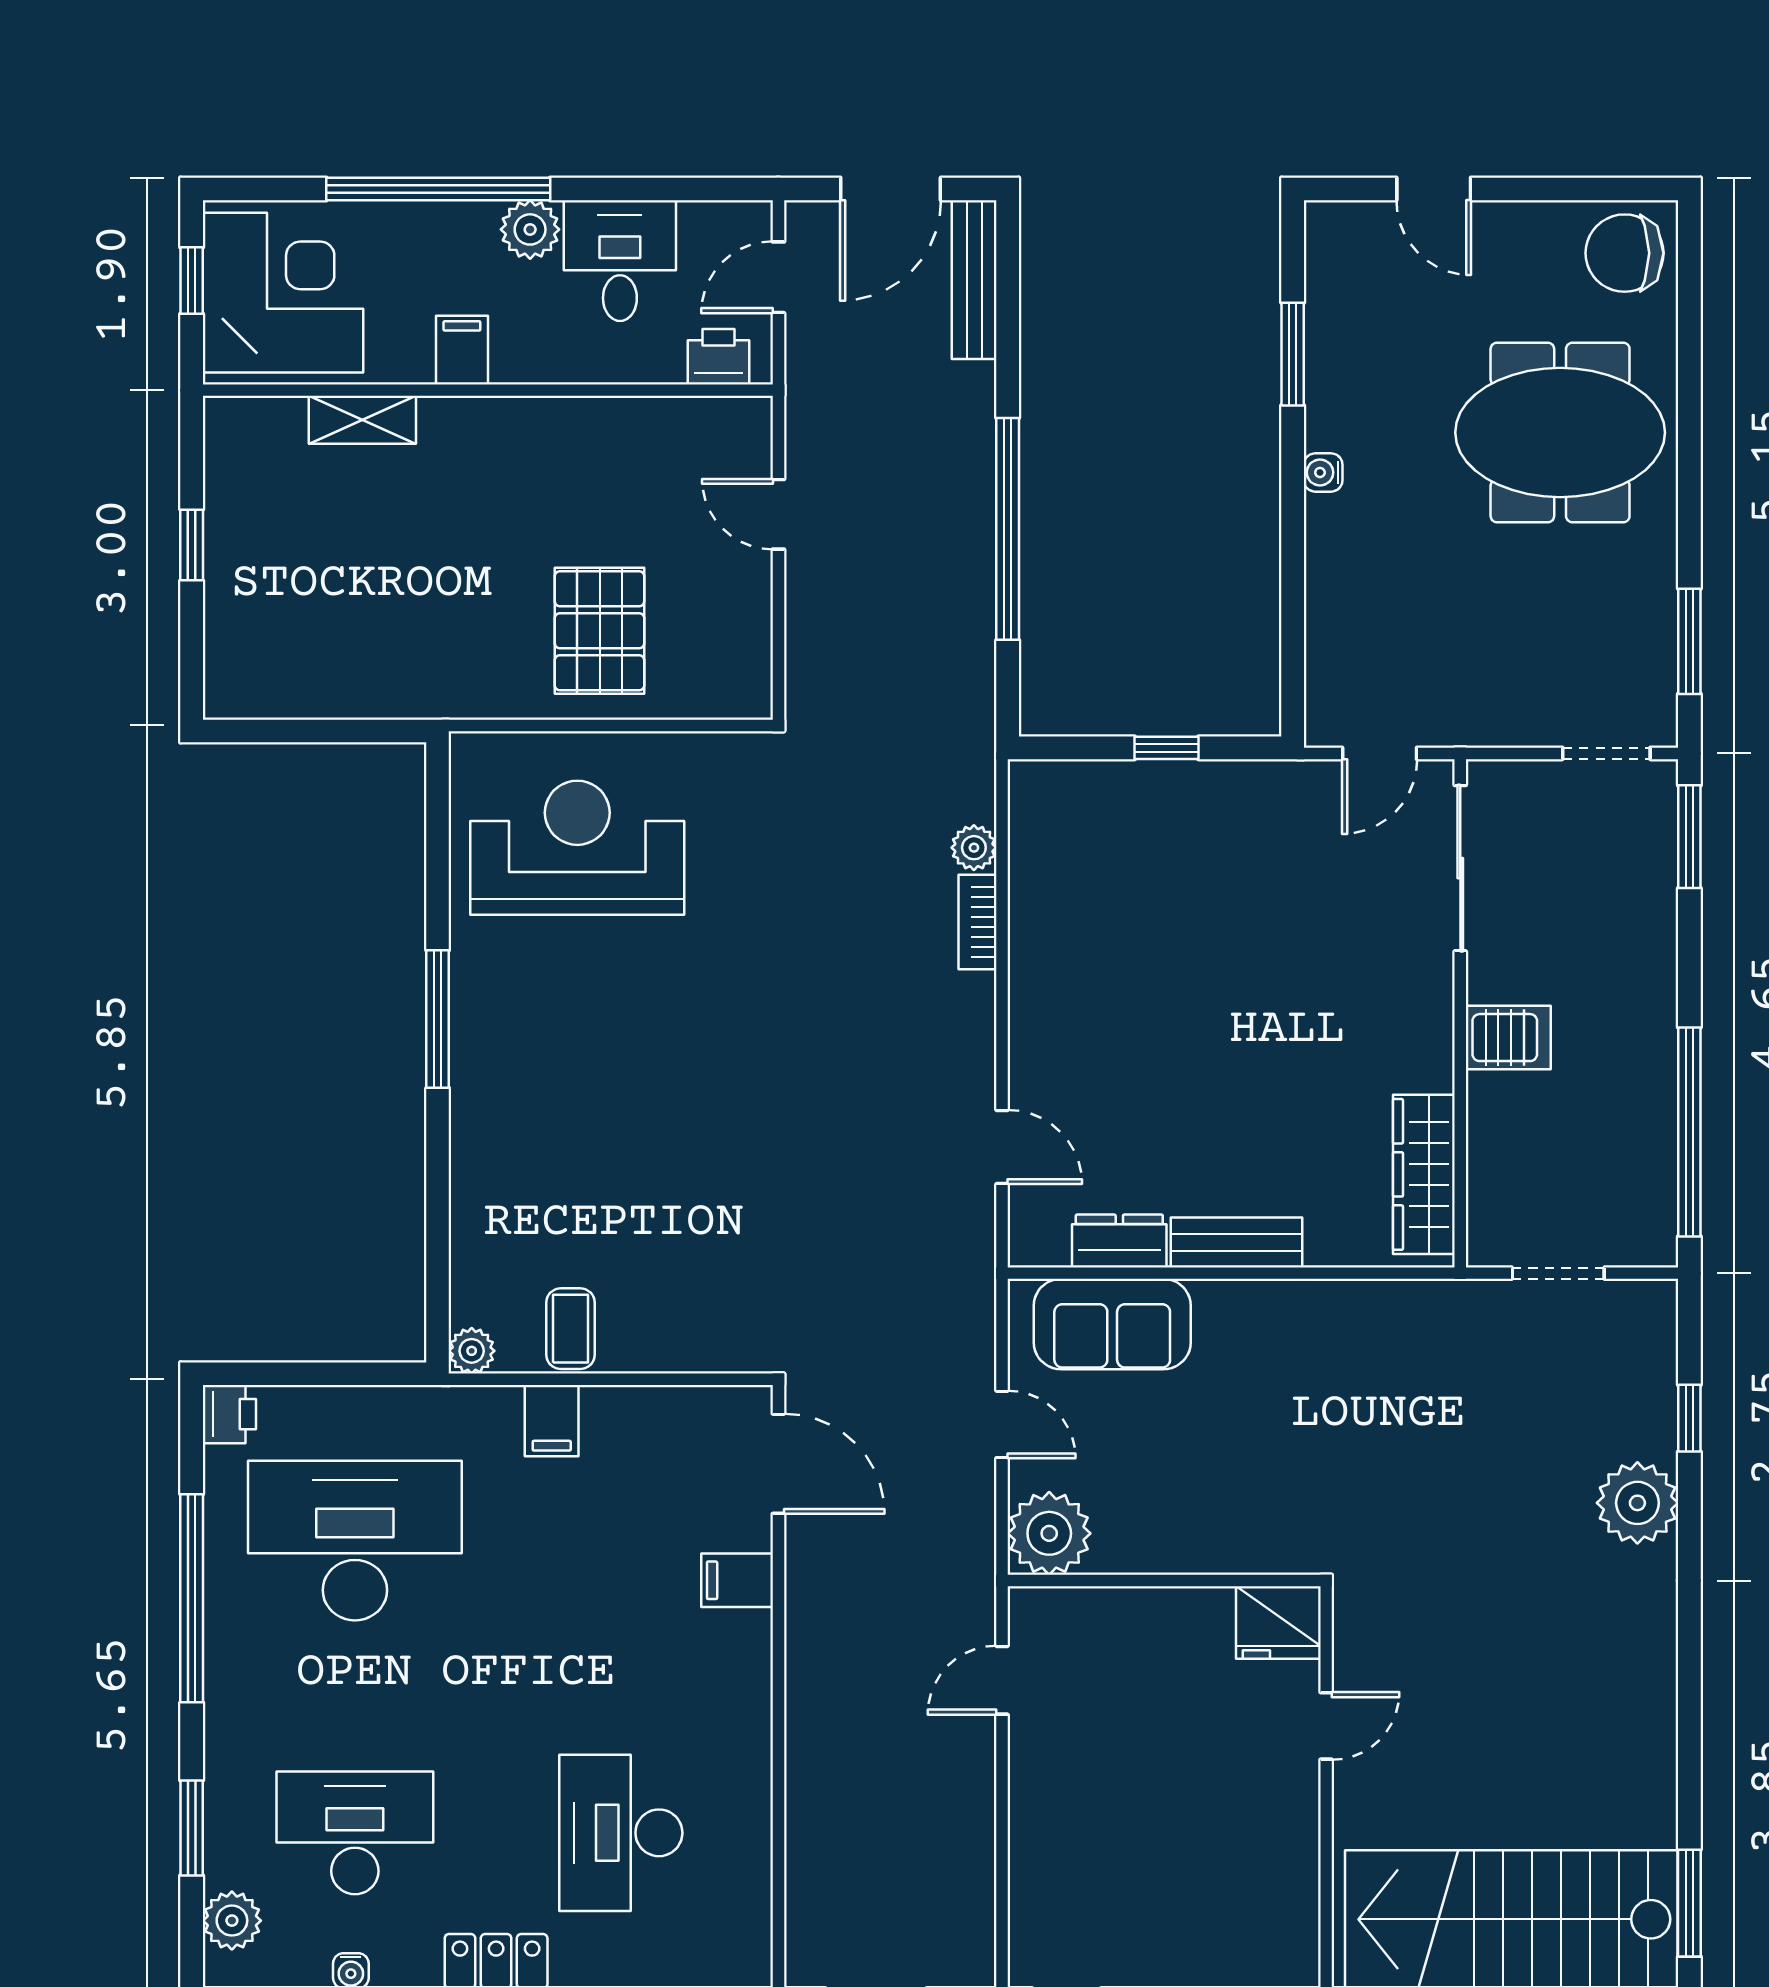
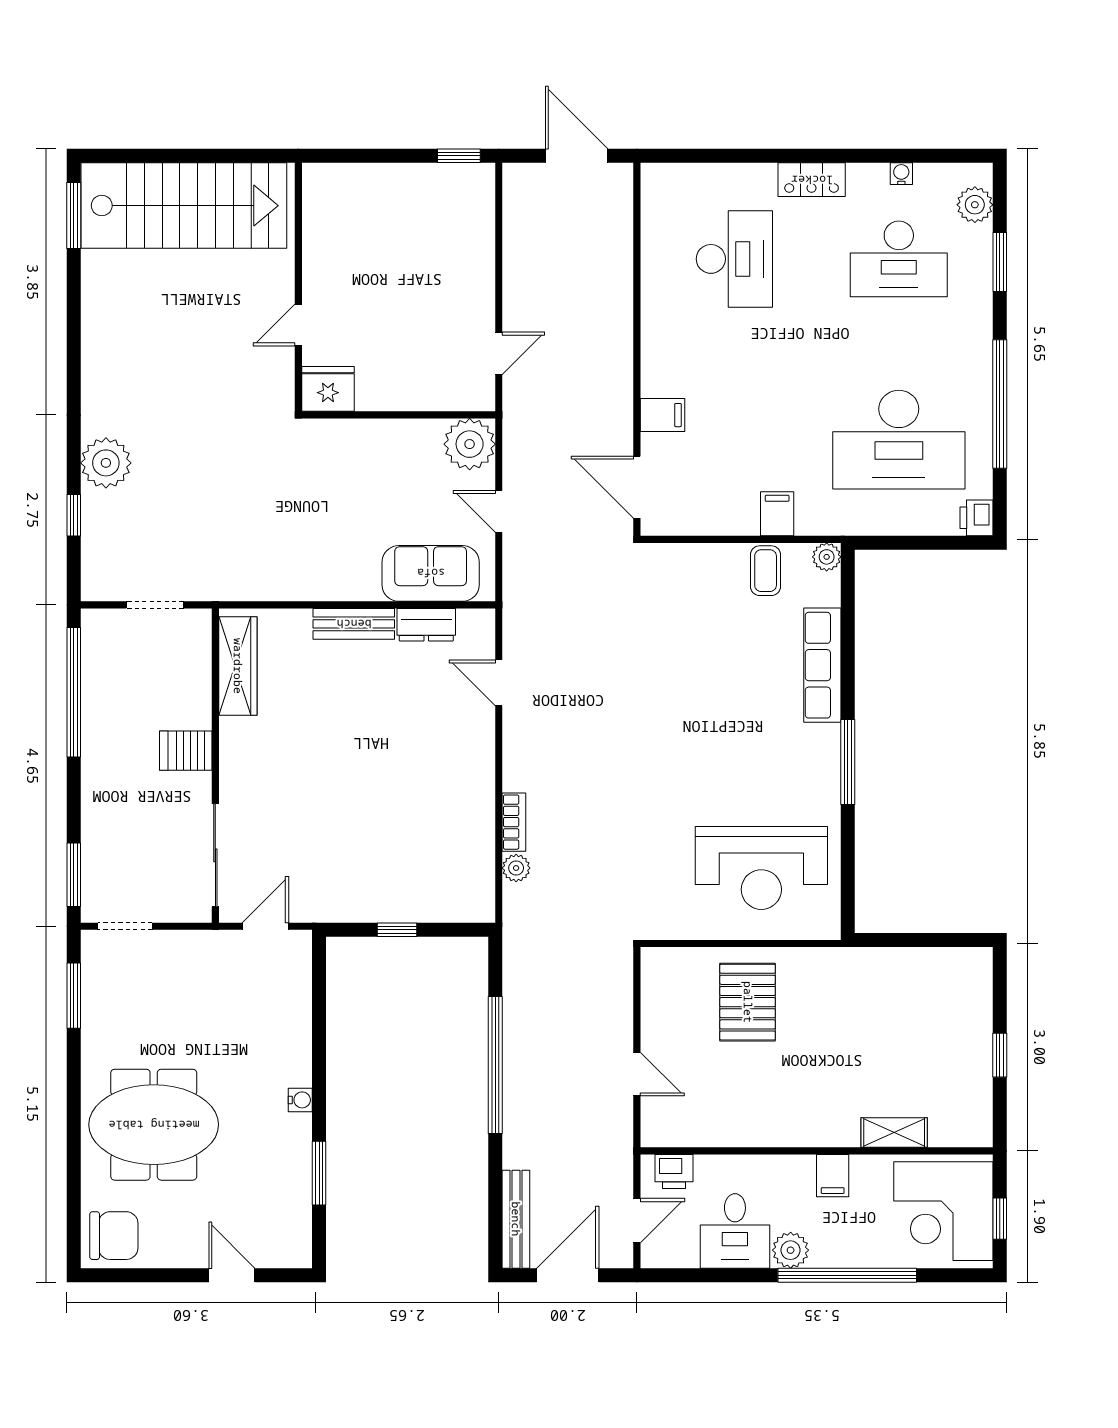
row of seats: (479, 1176) -> (822, 665), added

